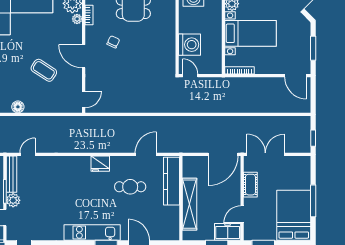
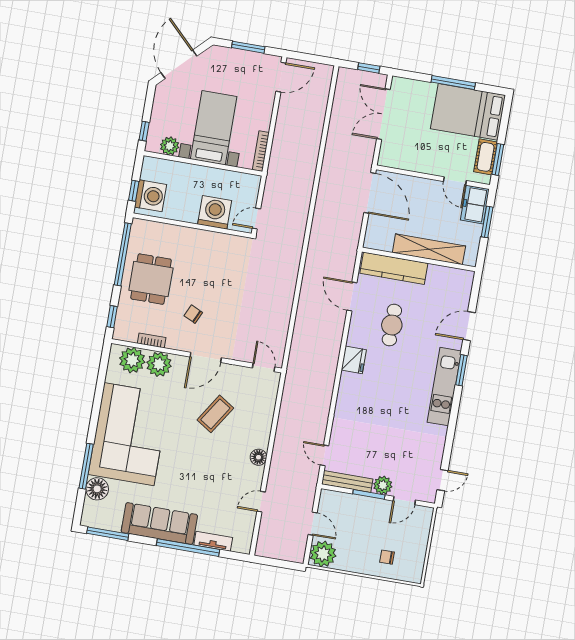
plant: (77, 19) -> (159, 364), width x1.87, depth x1.87
double door: (265, 154) -> (383, 114), moved
cot: (250, 185) -> (486, 157), moved, turned 90

